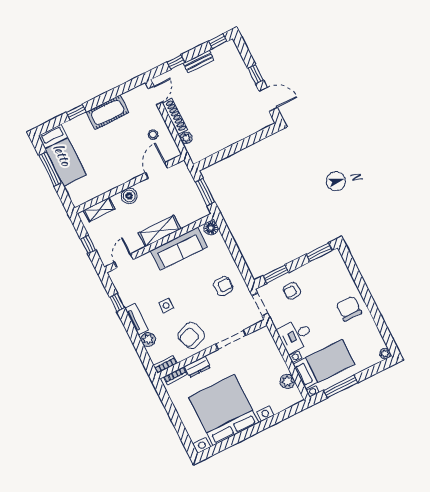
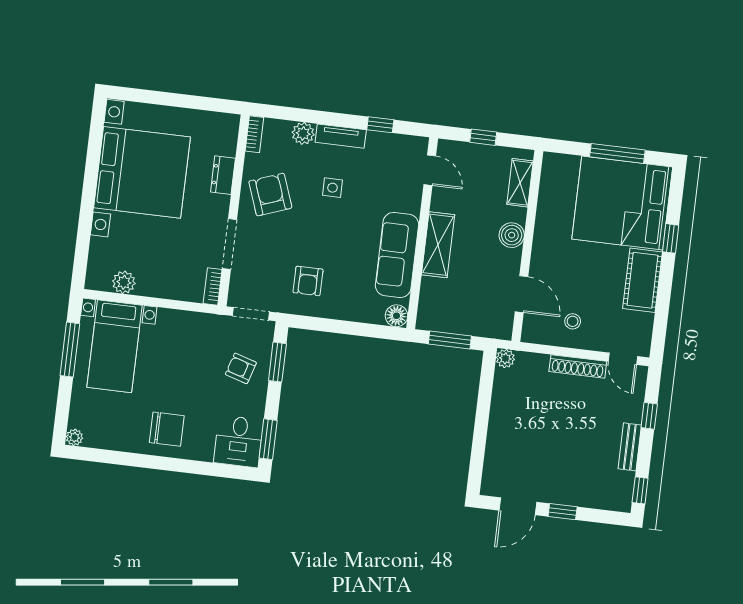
plant: (186, 138) -> (505, 358), moved
bed: (62, 155) -> (622, 203), width x2.04
armchair: (292, 291) -> (241, 368), turned -73
desk: (295, 335) -> (239, 441), moved, turned 180
bookcase: (175, 376) -> (213, 286), moved

